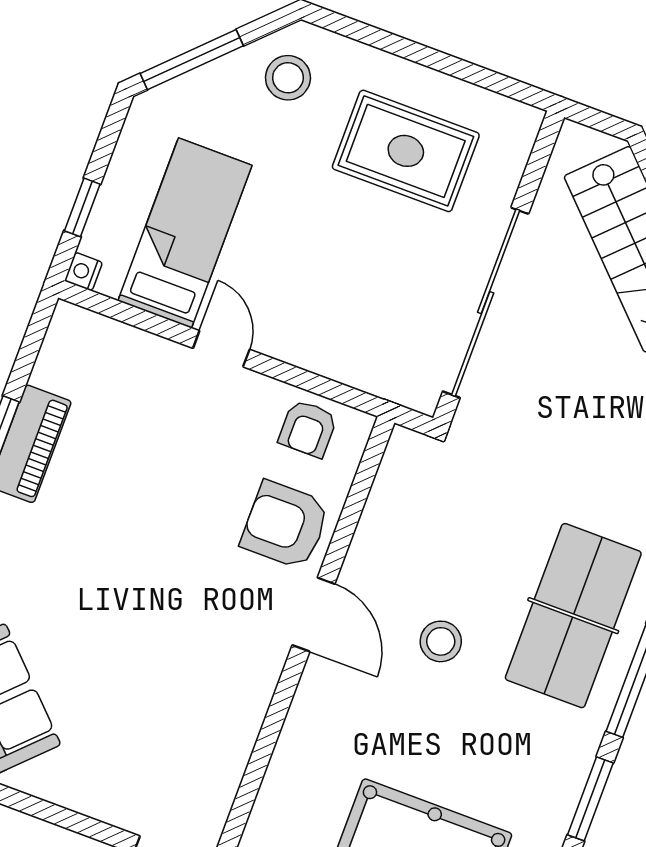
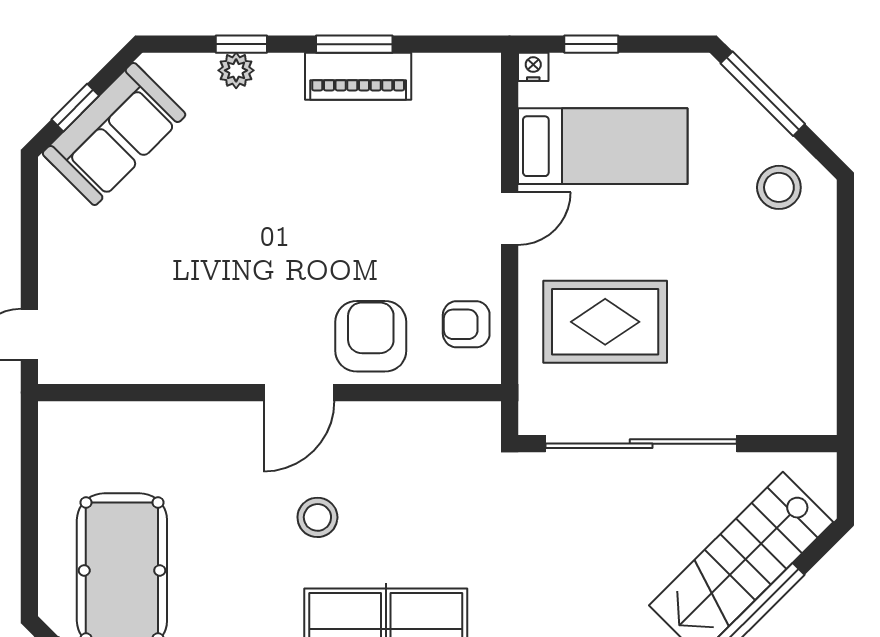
rug: (406, 151) -> (605, 322), moved, turned 90

